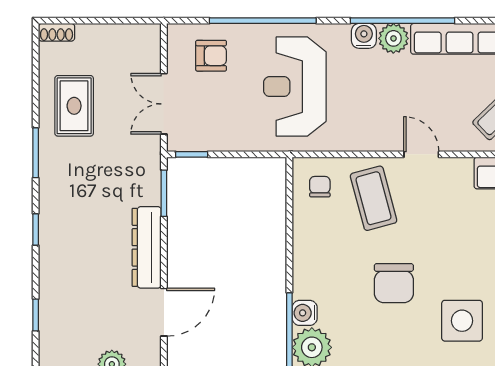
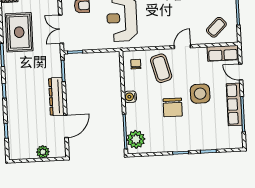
rug: (74, 106) -> (19, 32), width x1.36, depth x1.43
door: (421, 154) -> (182, 47), hinge flipped
water cooler: (305, 313) -> (130, 97), moved
side table: (462, 321) -> (200, 94), moved

